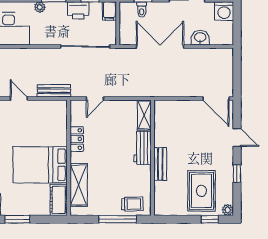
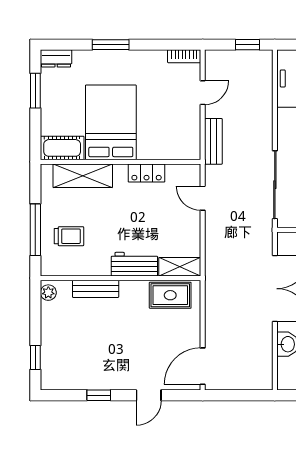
bench: (160, 164) -> (96, 289), moved
rug: (201, 191) -> (170, 295), moved, width x0.73, depth x0.70
trolley: (132, 204) -> (69, 236), moved, turned -89
plant: (228, 210) -> (48, 293), moved

